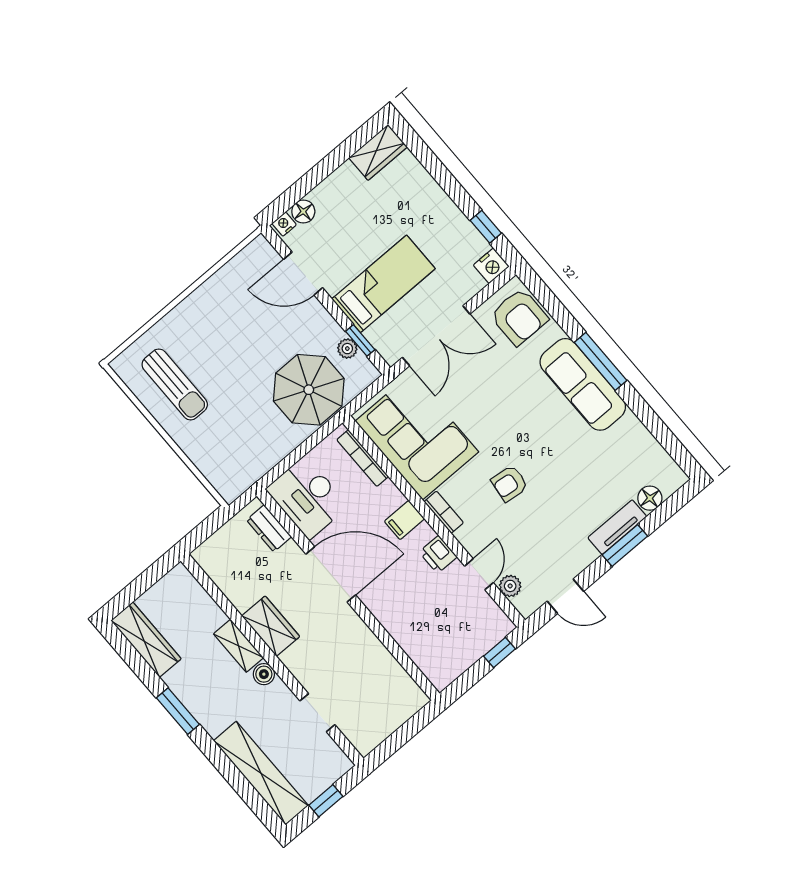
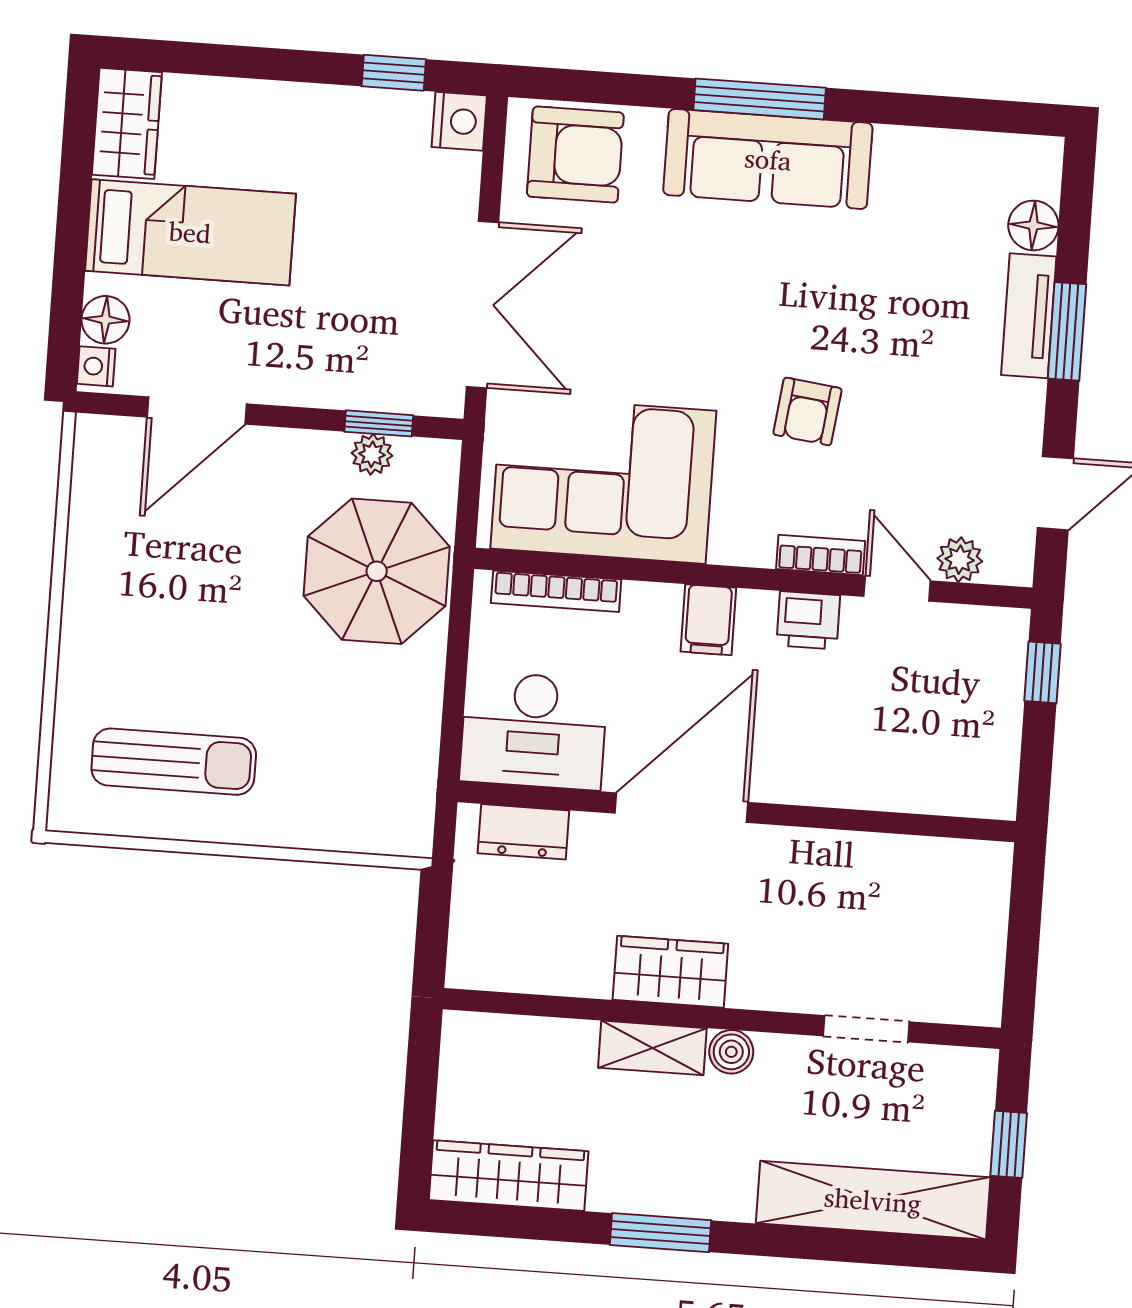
bed: (384, 284) -> (190, 232), moved, turned 90
bookcase: (444, 512) -> (821, 555), moved

